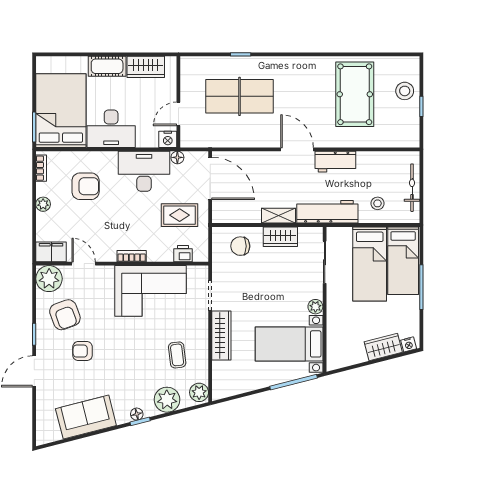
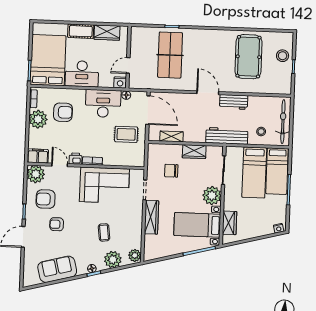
table tennis table: (240, 96) -> (170, 55), turned 90
bicycle: (412, 188) -> (283, 122), width x1.37, depth x1.40
plant: (43, 204) -> (38, 119), width x1.88, depth x1.88
shelving: (279, 216) -> (172, 136), moved
chair: (240, 246) -> (171, 171), moved
printer: (183, 254) -> (75, 159), moved
plant: (315, 307) -> (212, 196), width x1.87, depth x1.87
armchair: (65, 315) -> (46, 199), turned 110
wardrobe: (383, 347) -> (230, 223), moved, turned 104
coffee table: (177, 355) -> (104, 232), moved

